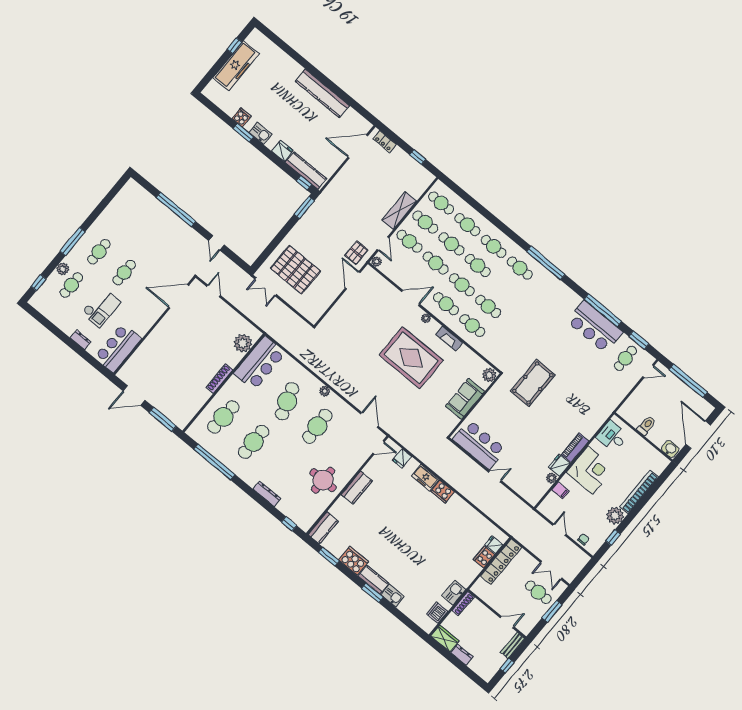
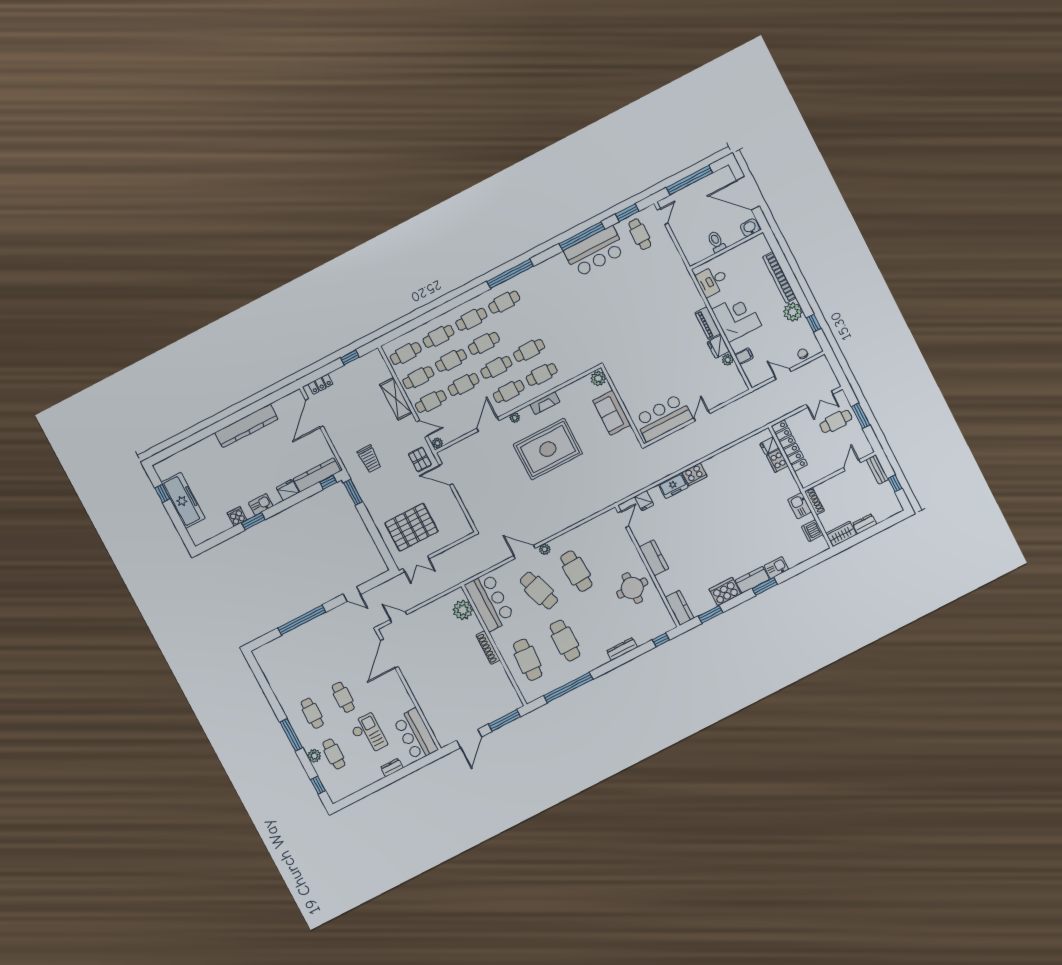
trolley: (339, 209) -> (369, 459), added
pool table: (533, 383) -> (625, 338), removed
door: (369, 420) -> (524, 552), moved

